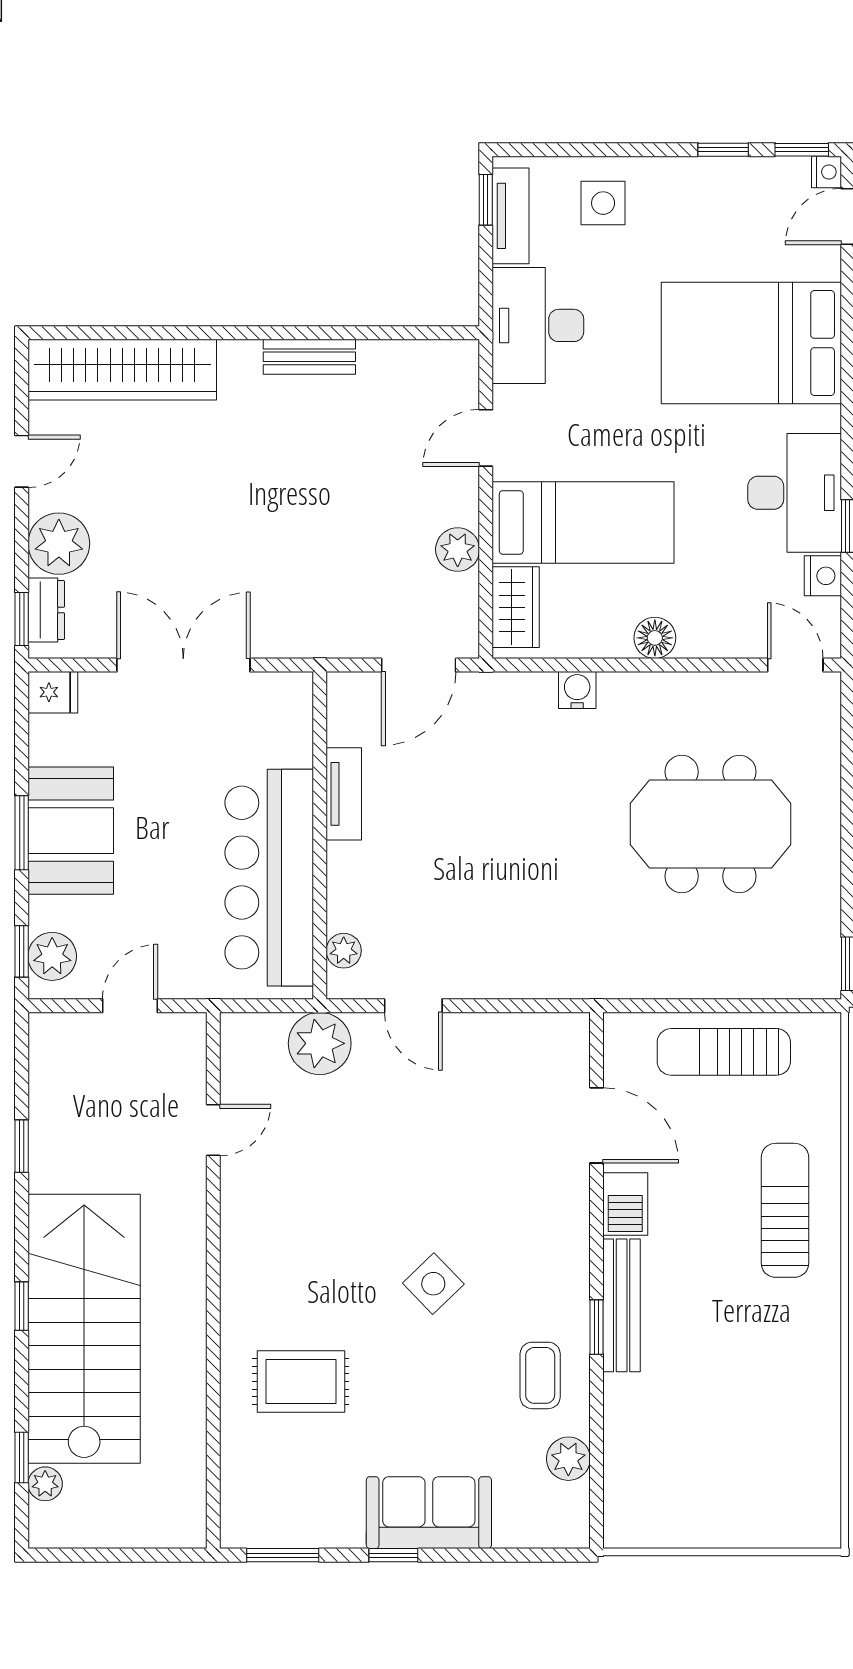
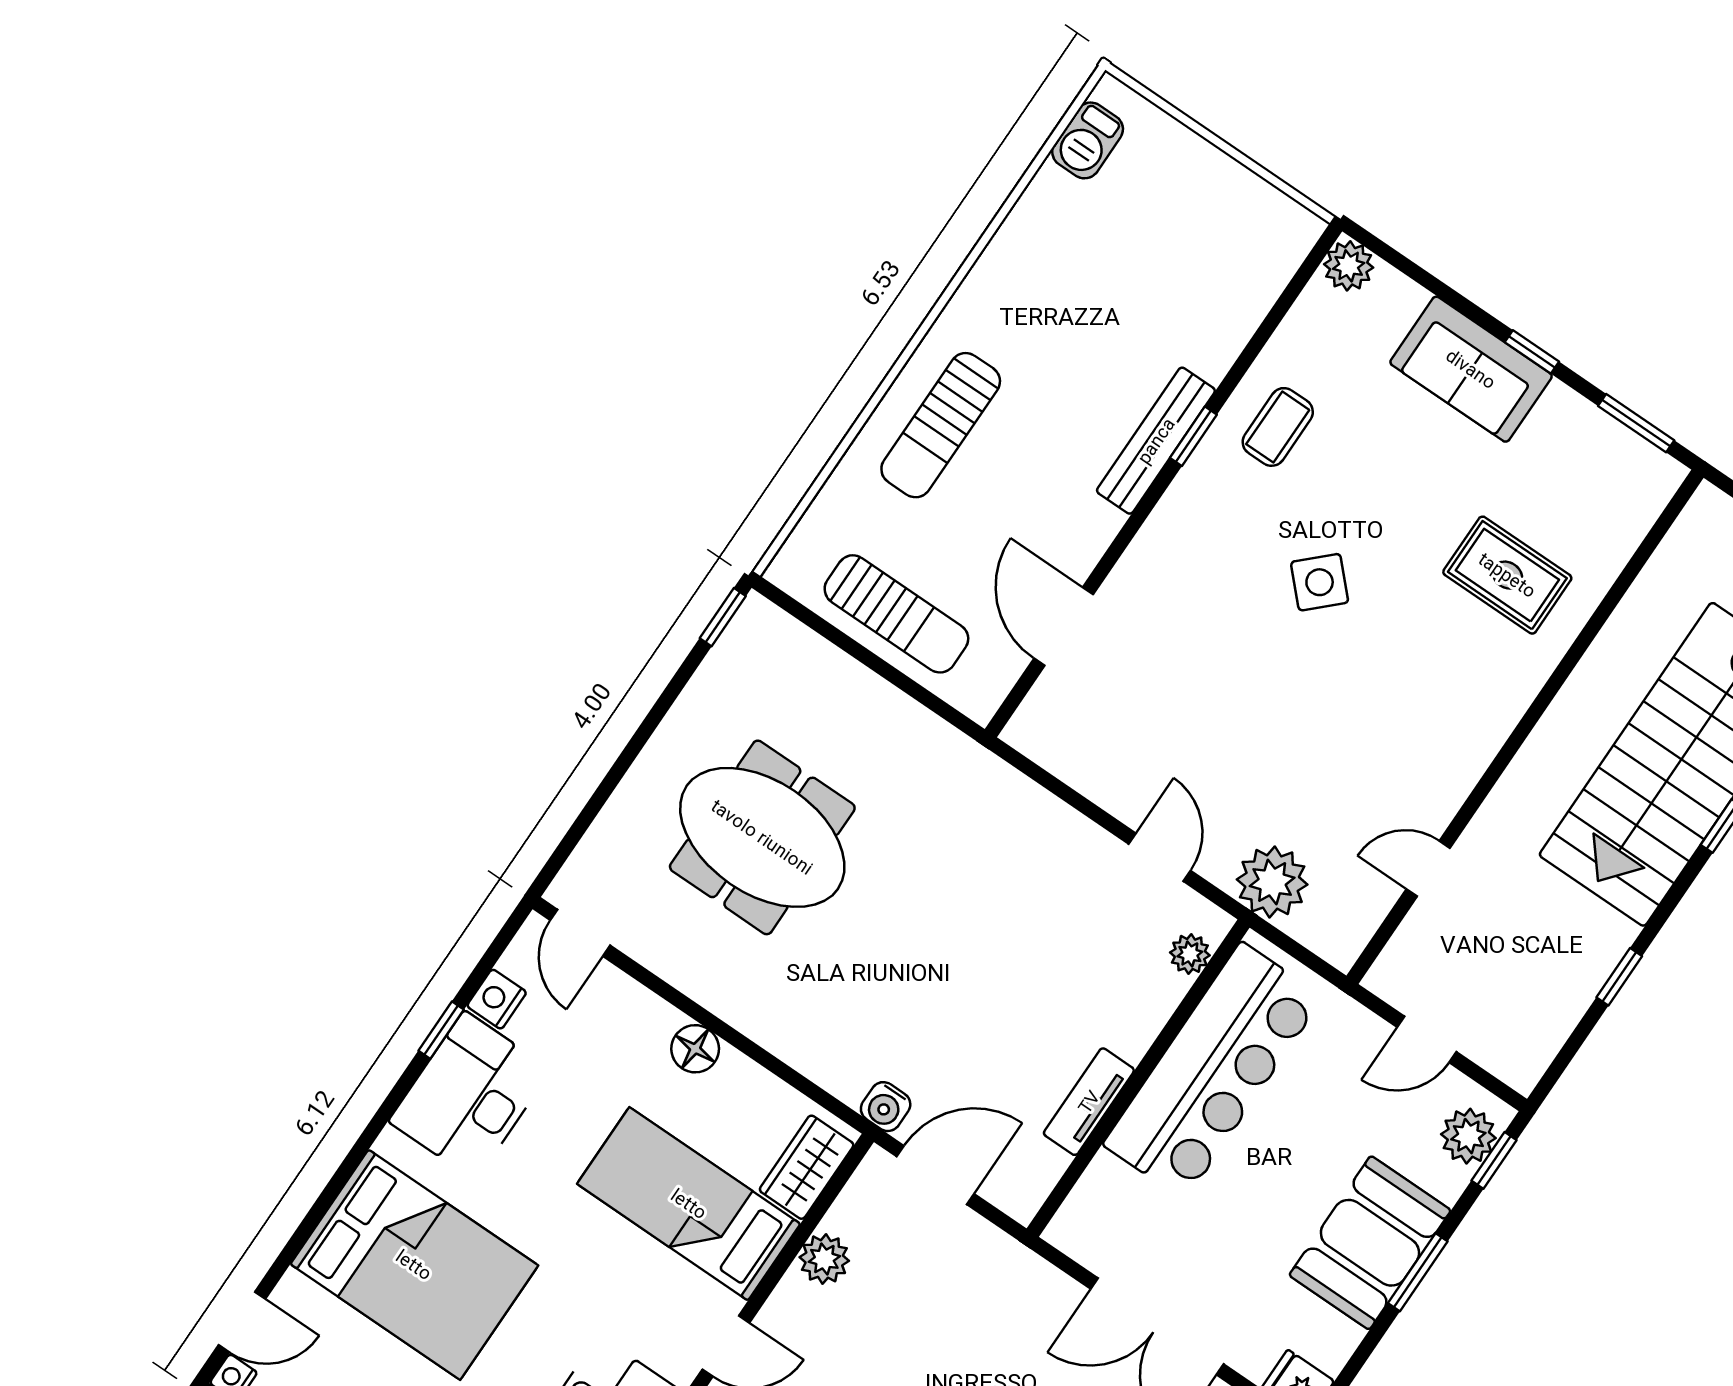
water cooler: (577, 690) -> (886, 1107), moved
barbecue: (625, 1204) -> (1088, 140), moved, turned 180
plant: (568, 1459) -> (1349, 266), moved

